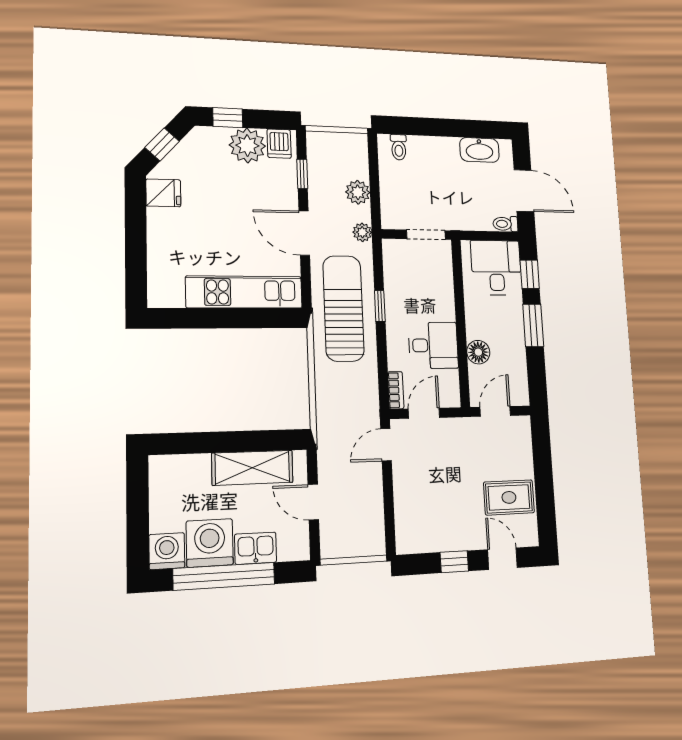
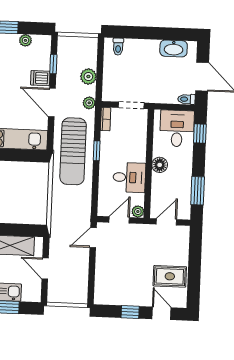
dishwasher: (279, 144) -> (40, 78), moved, turned 90
plant: (247, 146) -> (25, 40), width x0.53, depth x0.53
sun lounger: (343, 308) -> (73, 151), turned 180
window: (533, 325) -> (198, 191), moved
floor lamp: (478, 352) -> (160, 165), moved
bookcase: (396, 390) -> (106, 119), moved
plant: (451, 398) -> (138, 212), added

